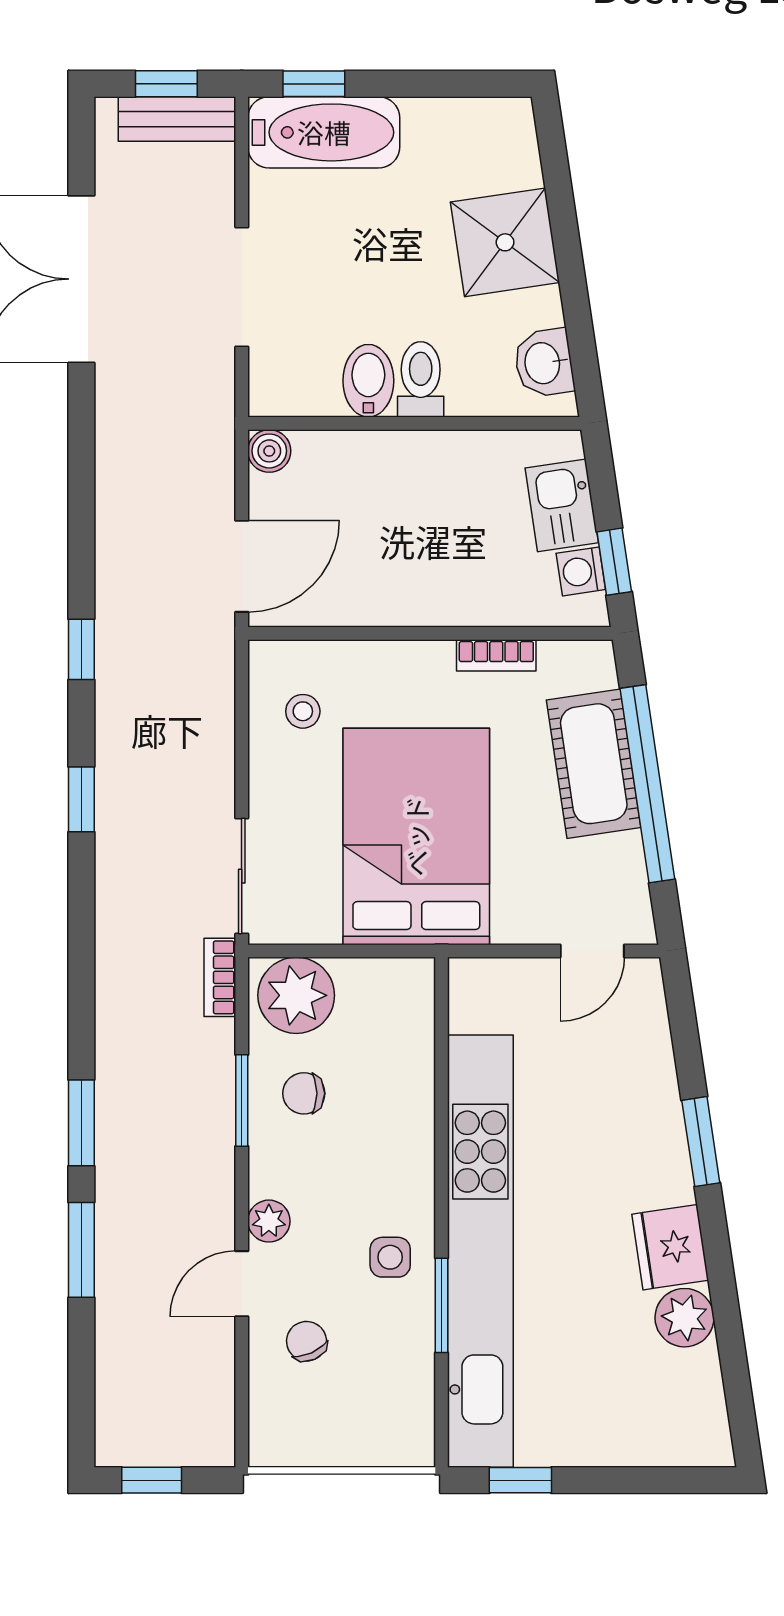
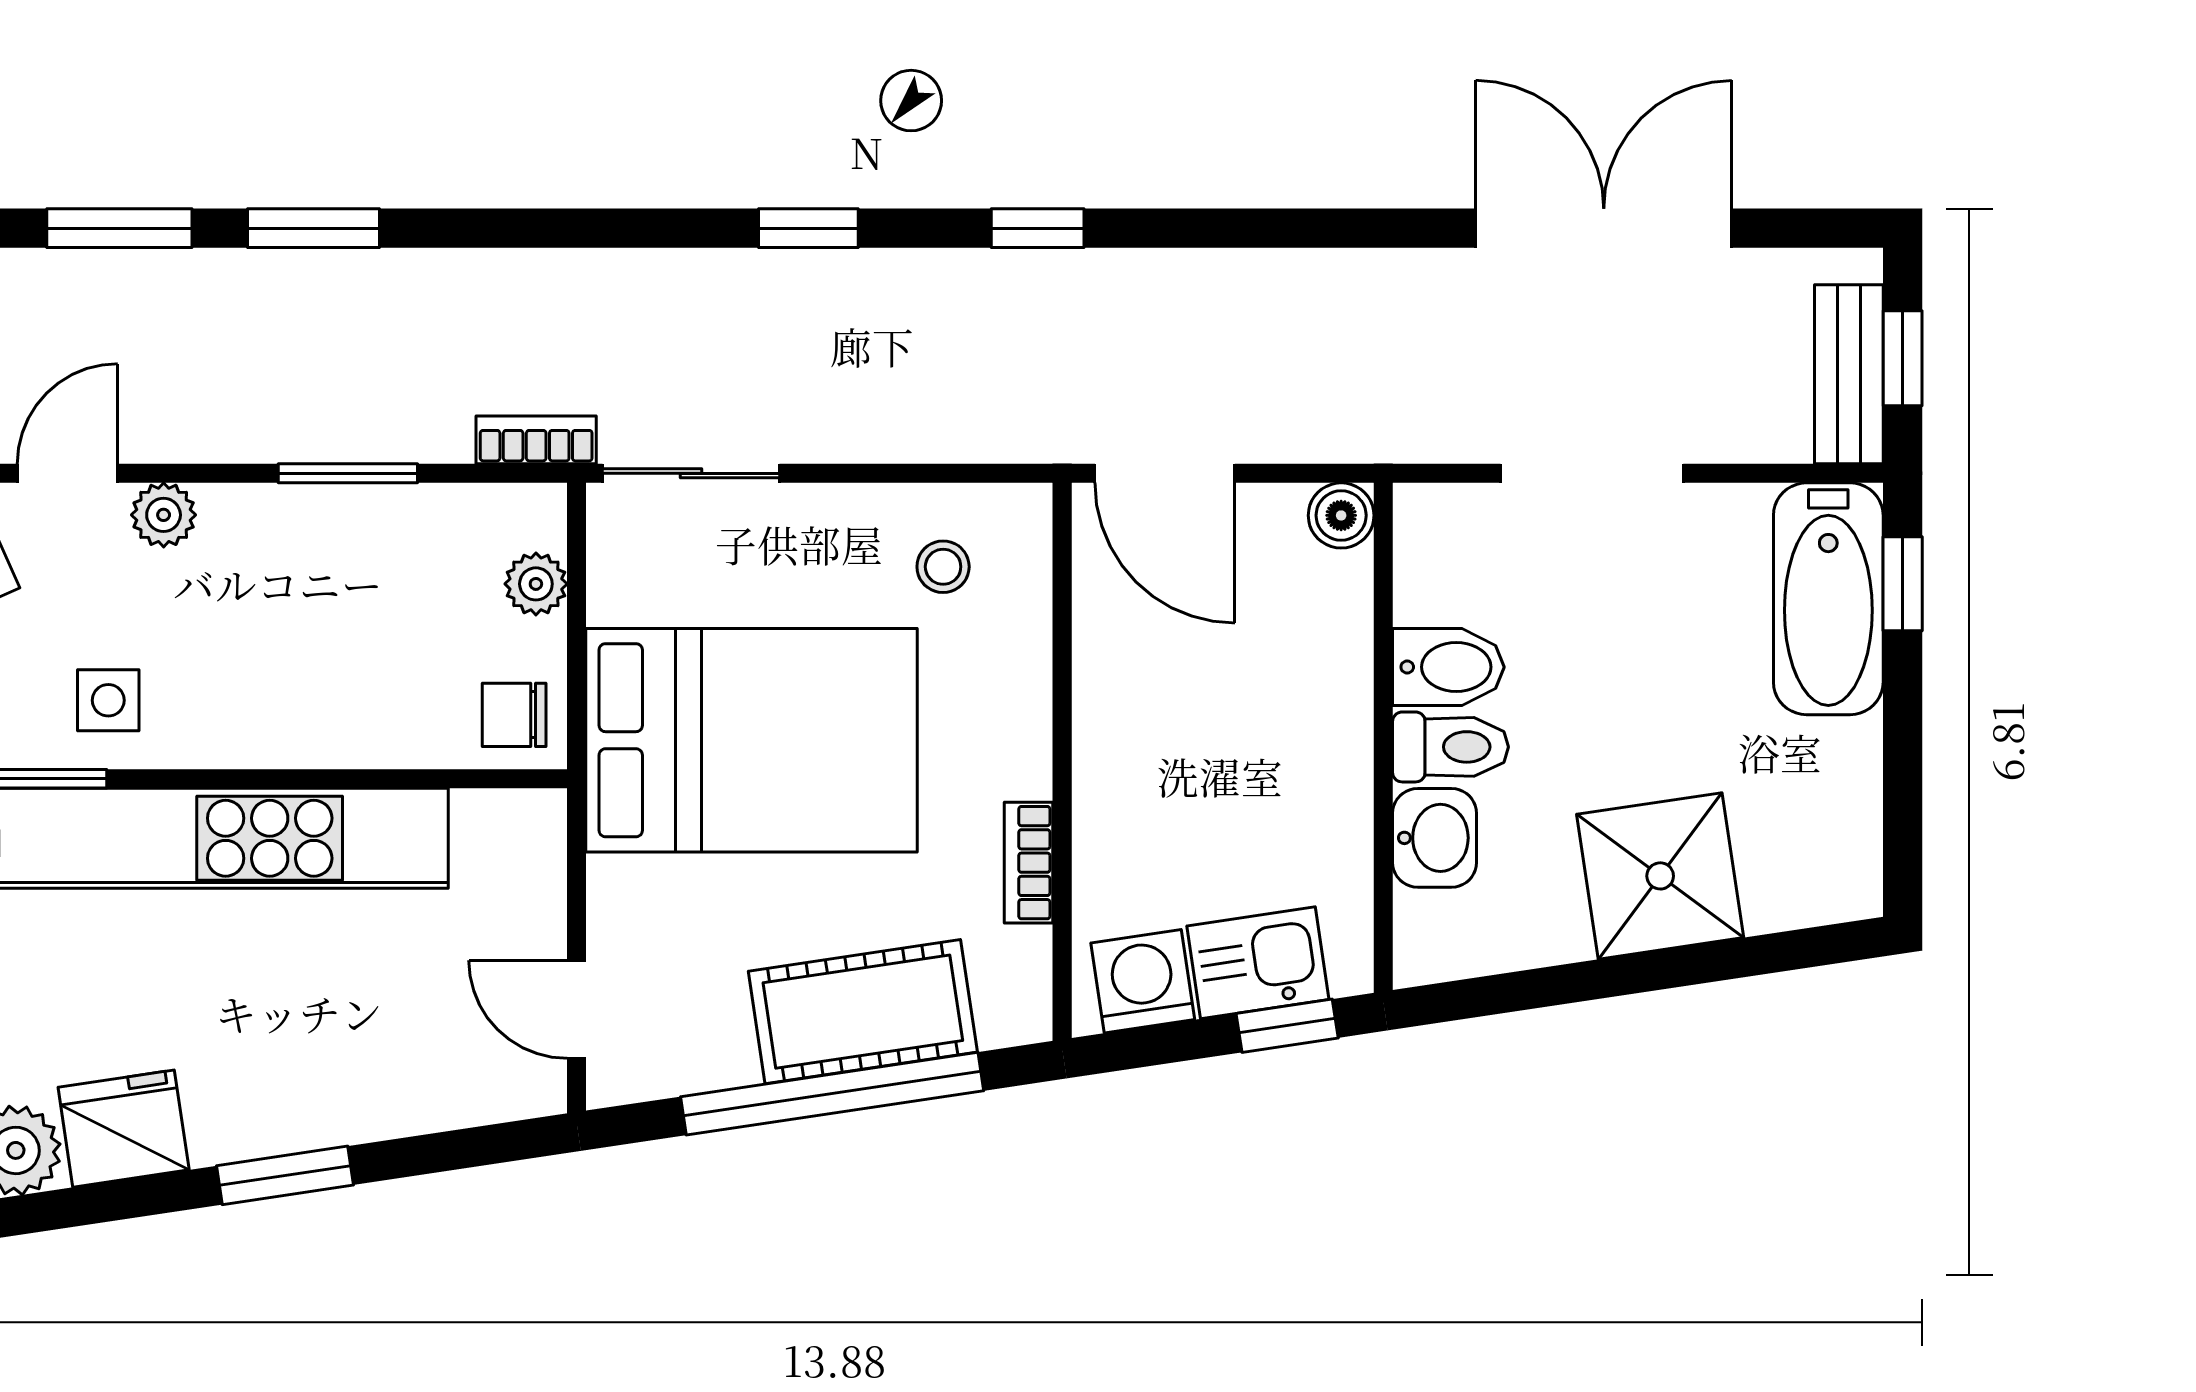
washbasin: (544, 363) -> (1435, 838), moved, turned 98
window: (614, 562) -> (1287, 1026), moved
washing machine: (581, 571) -> (1143, 981), width x1.38, depth x1.38
plant: (296, 995) -> (536, 584), width x0.53, depth x0.53
chair: (304, 1093) -> (514, 715), moved, turned -90
door: (242, 1284) -> (68, 473), hinge flipped

